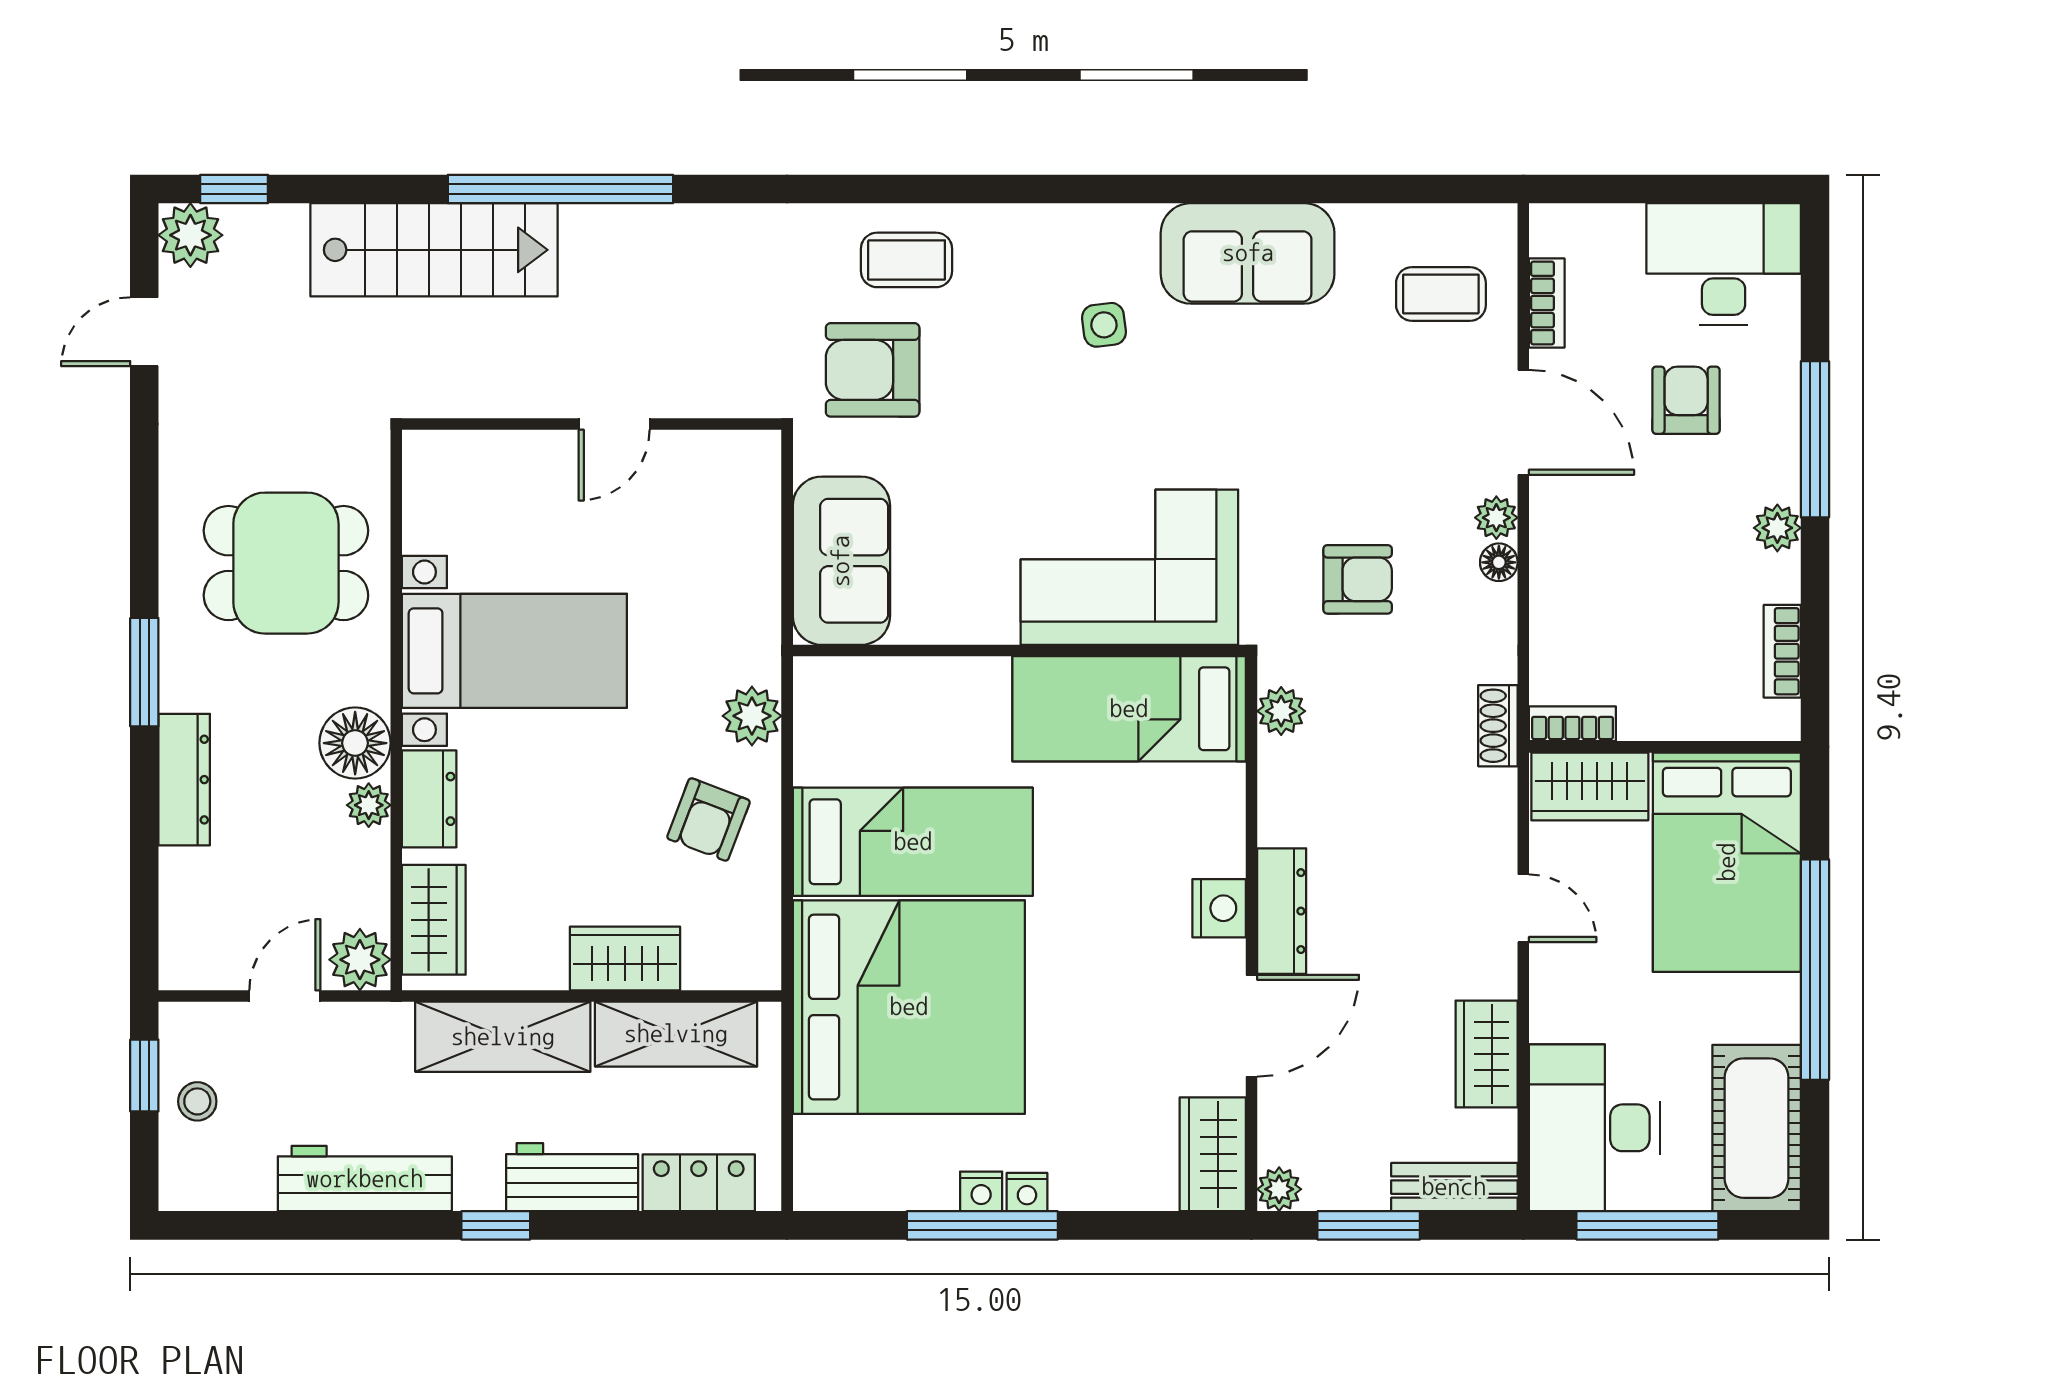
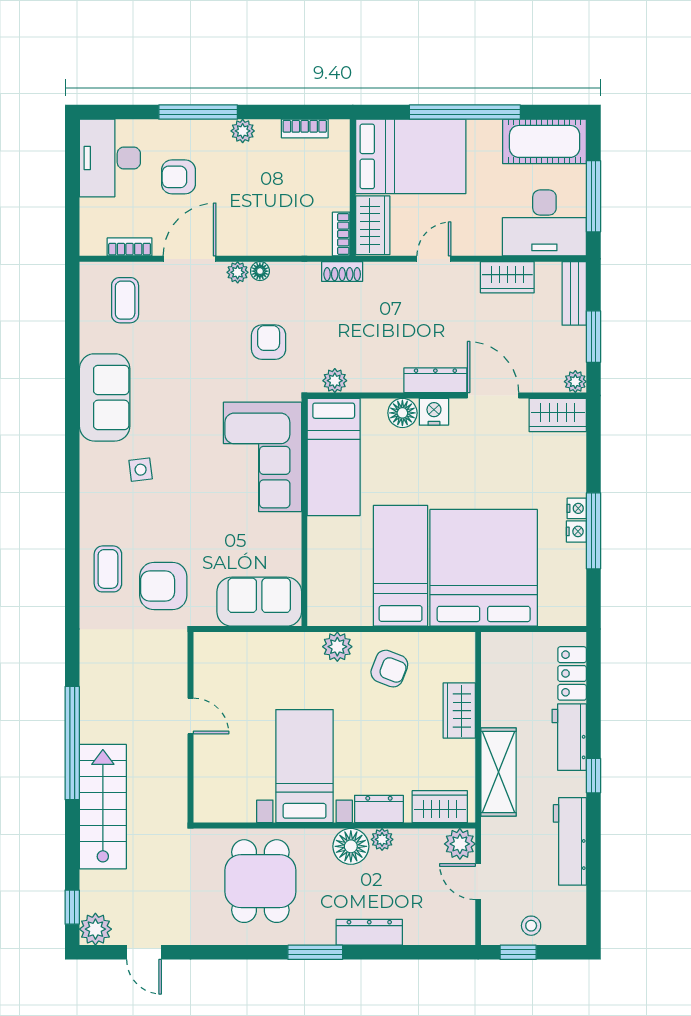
armchair: (873, 370) -> (163, 586), turned 90
floor lamp: (1217, 846) -> (402, 413), added
shelving: (676, 1034) -> (497, 685), removed

